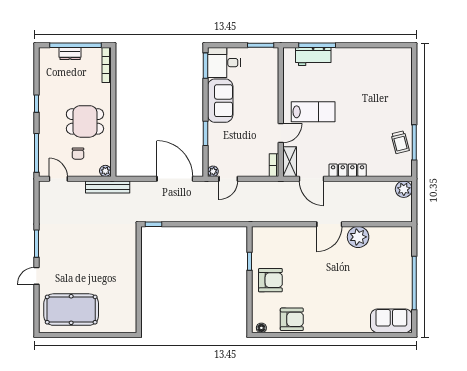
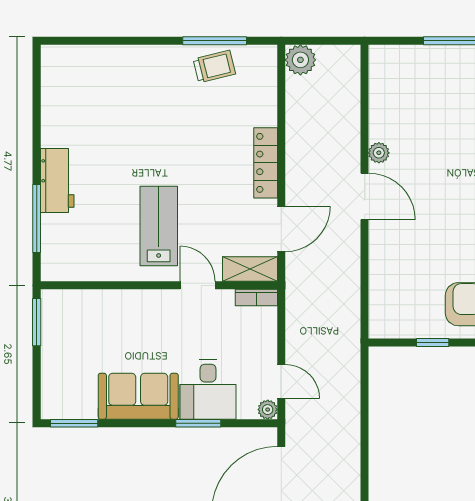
workbench: (313, 56) -> (57, 180), moved
desk: (224, 63) -> (208, 389), moved
plant: (358, 237) -> (379, 153), width x0.53, depth x0.53

